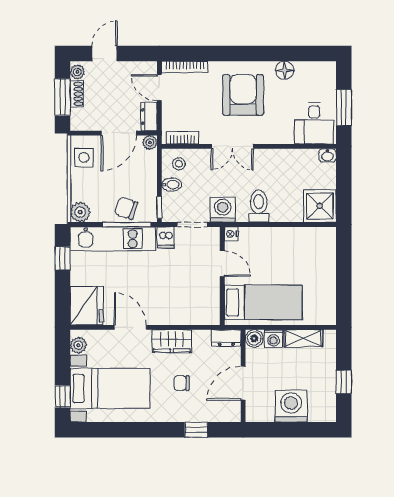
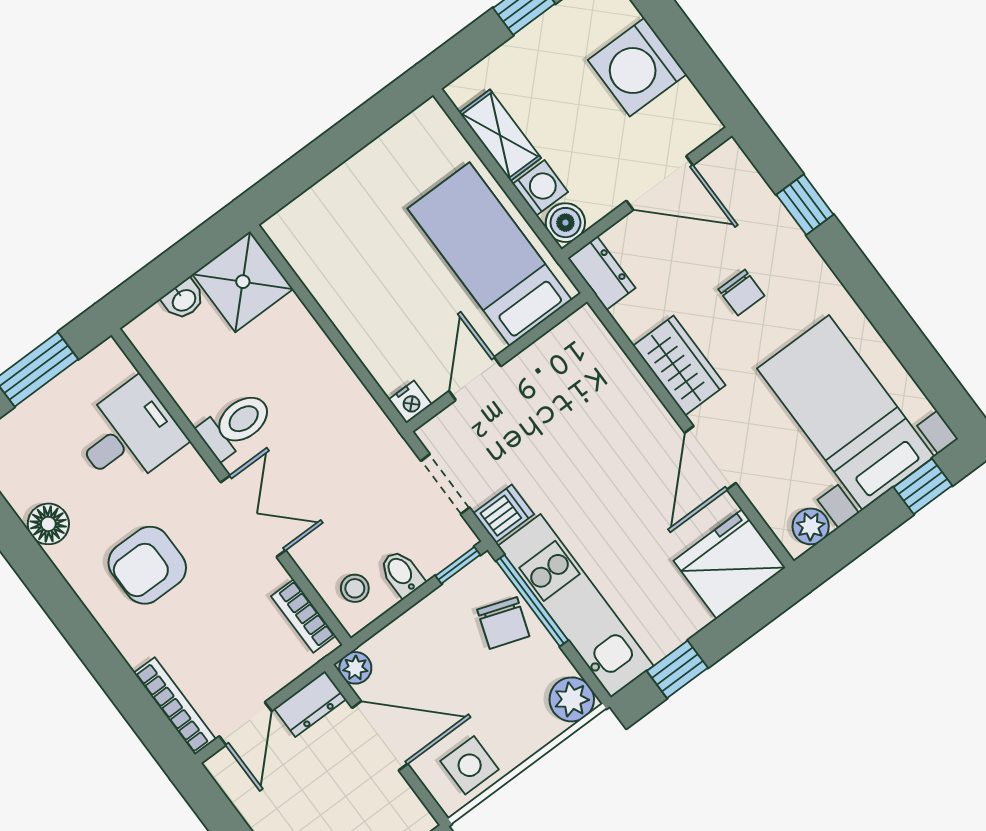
armchair: (243, 95) -> (147, 565), width x0.73, depth x0.73
desk: (314, 123) -> (128, 435), moved
washbasin: (327, 156) -> (184, 300), moved, turned 90
toilet: (259, 206) -> (236, 425), moved, turned 180
washing machine: (223, 210) -> (378, 449), removed

